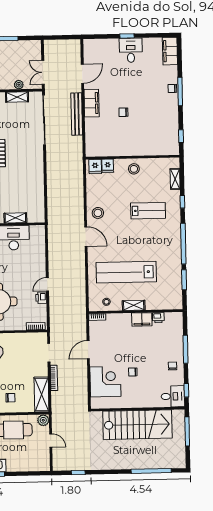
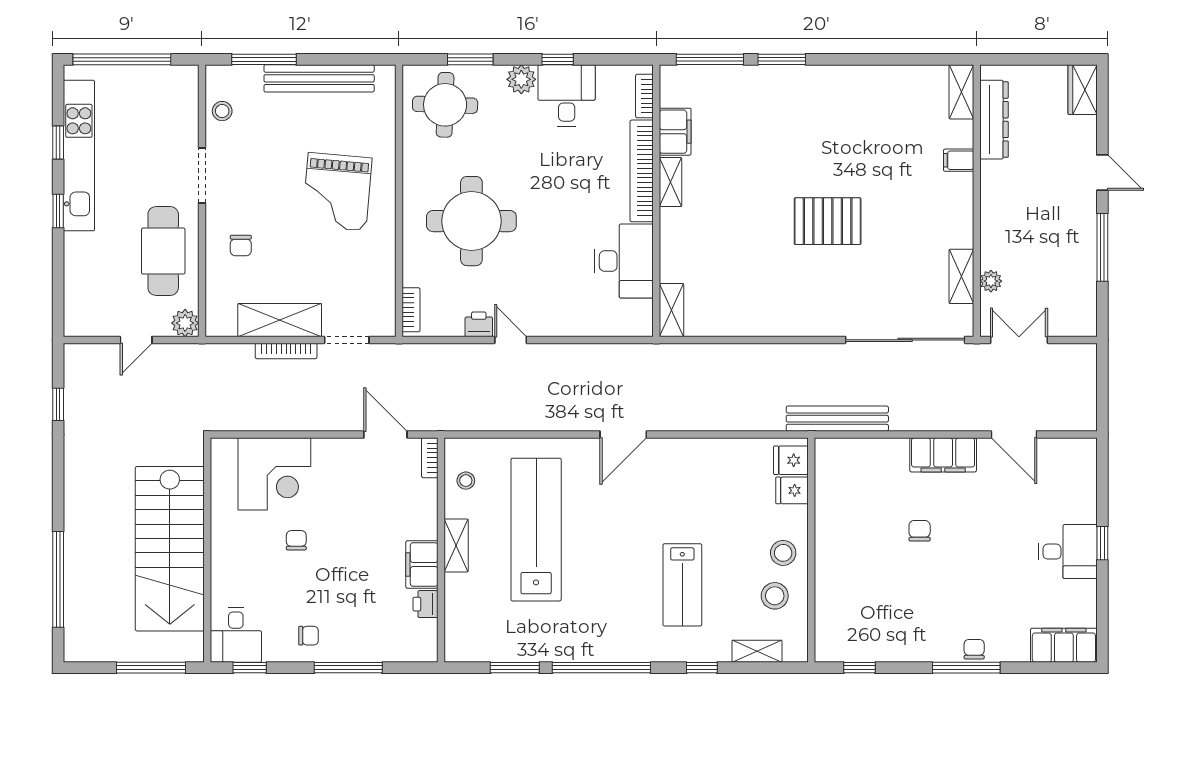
bench: (77, 114) -> (837, 419), moved
stool: (98, 213) -> (775, 596), moved
shelving: (15, 218) -> (672, 310), moved
door: (88, 350) -> (385, 434), moved
shelving: (41, 394) -> (280, 320), moved

